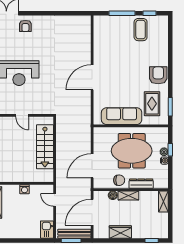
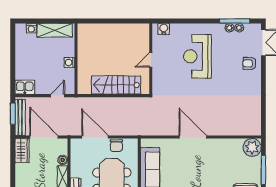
plant: (102, 24) -> (252, 147), added
chair: (119, 180) -> (116, 145), moved
wardrobe: (120, 232) -> (22, 151), moved

